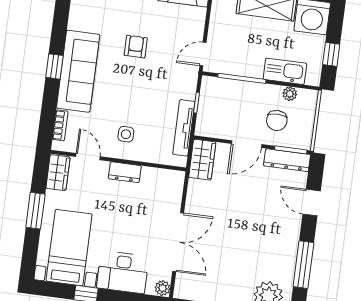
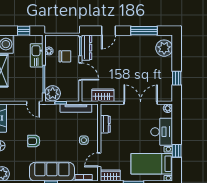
plant: (215, 90) -> (53, 93), added
wardrobe: (202, 160) -> (103, 95), moved
dresser: (125, 172) -> (105, 124), moved

